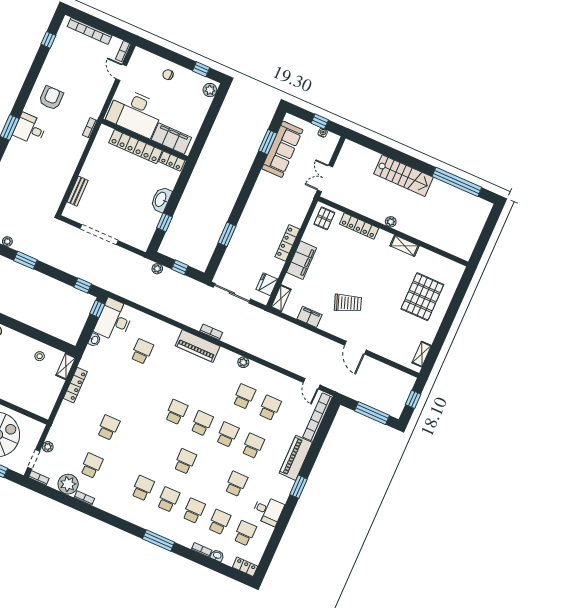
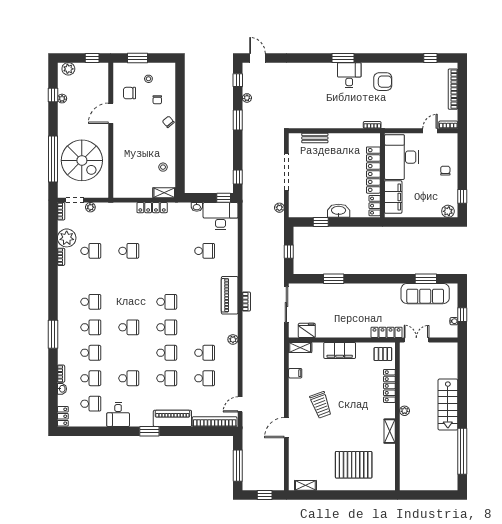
locker: (287, 243) -> (387, 332), moved
plant: (157, 269) -> (279, 208), moved
filing cabinet: (310, 317) -> (295, 373), width x0.50

